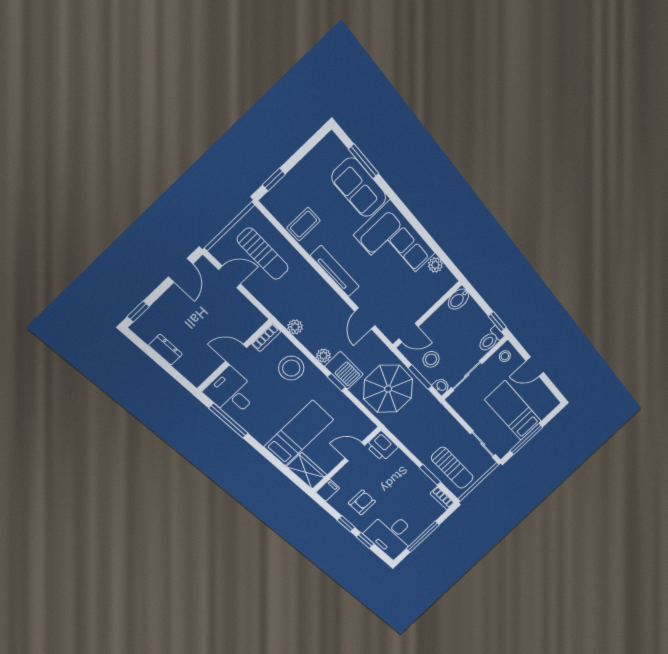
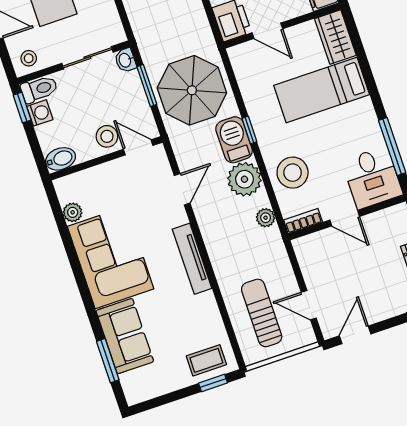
coffee table: (304, 224) -> (206, 360), moved
washing machine: (484, 324) -> (40, 113), added
plant: (323, 356) -> (244, 179), width x1.88, depth x1.88
stool: (431, 359) -> (107, 136), moved

